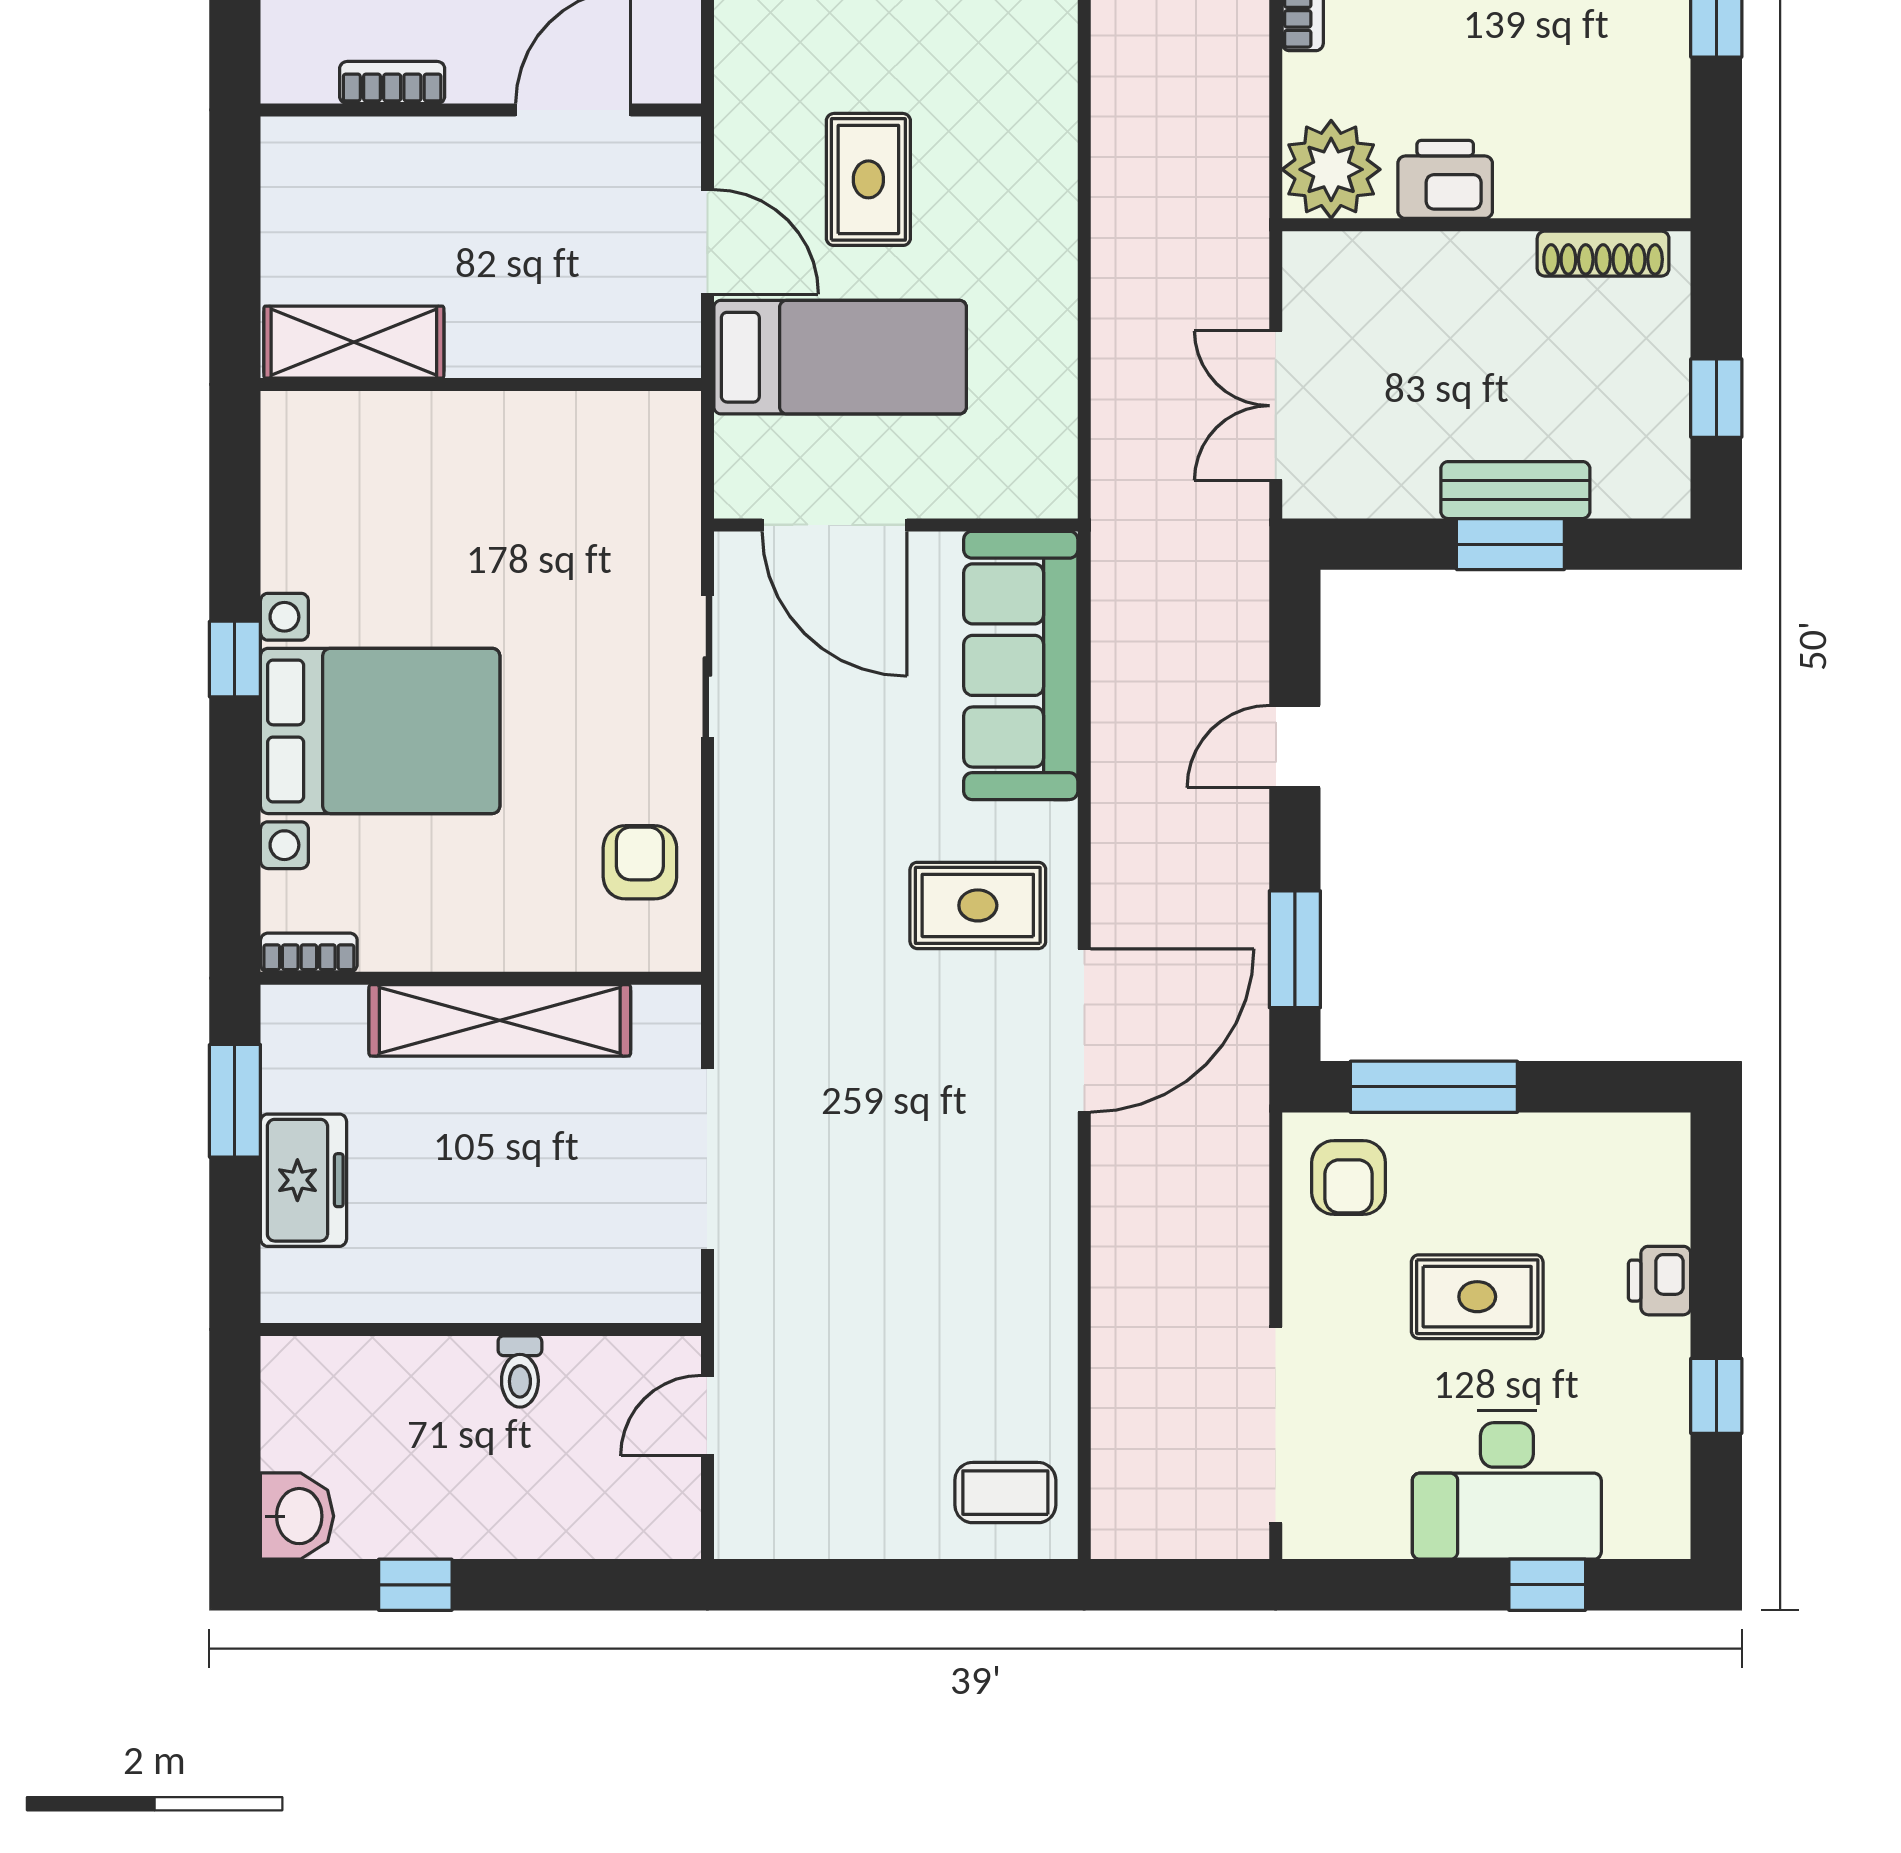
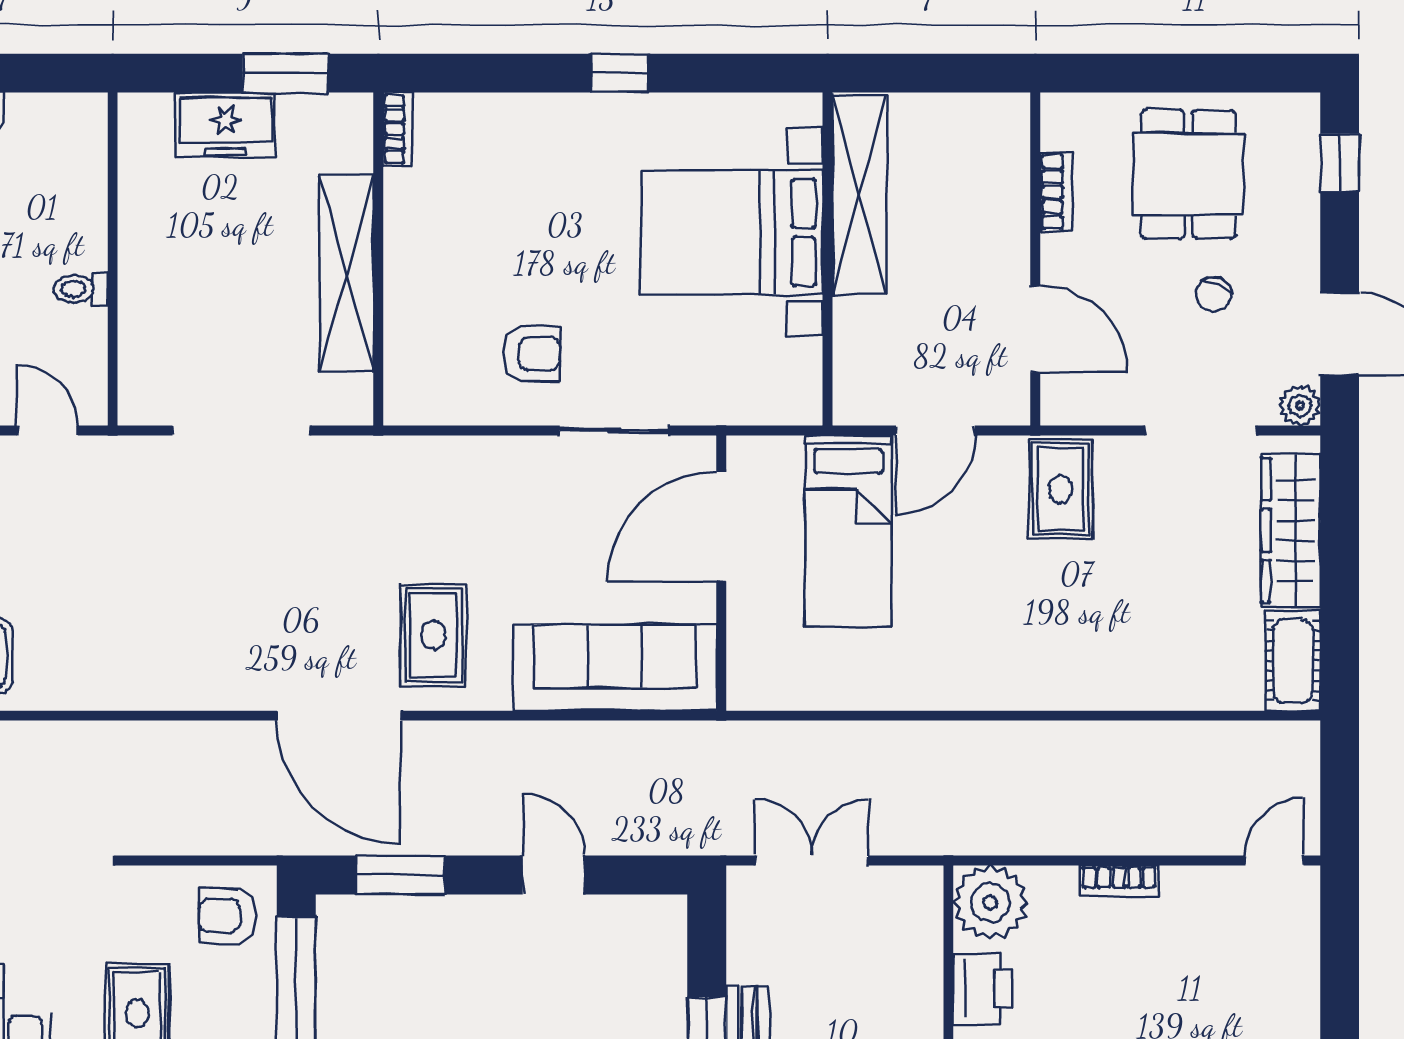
rug: (868, 179) -> (1060, 489), moved, turned 90
shelving: (354, 342) -> (860, 195), width x1.47
bed with nightstands: (380, 731) -> (732, 232), moved, turned 90
armchair: (640, 862) -> (532, 354), moved

